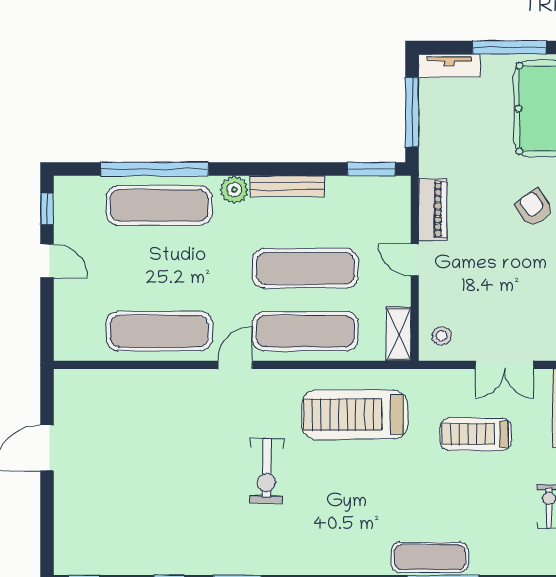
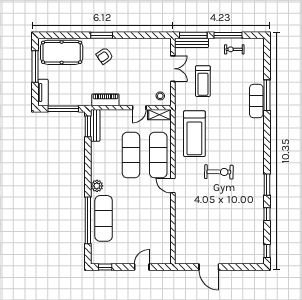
bench: (287, 186) -> (95, 125), moved
door: (415, 260) -> (139, 108), moved
door: (47, 261) -> (142, 267), moved
exercise mat: (159, 331) -> (158, 218), removed

